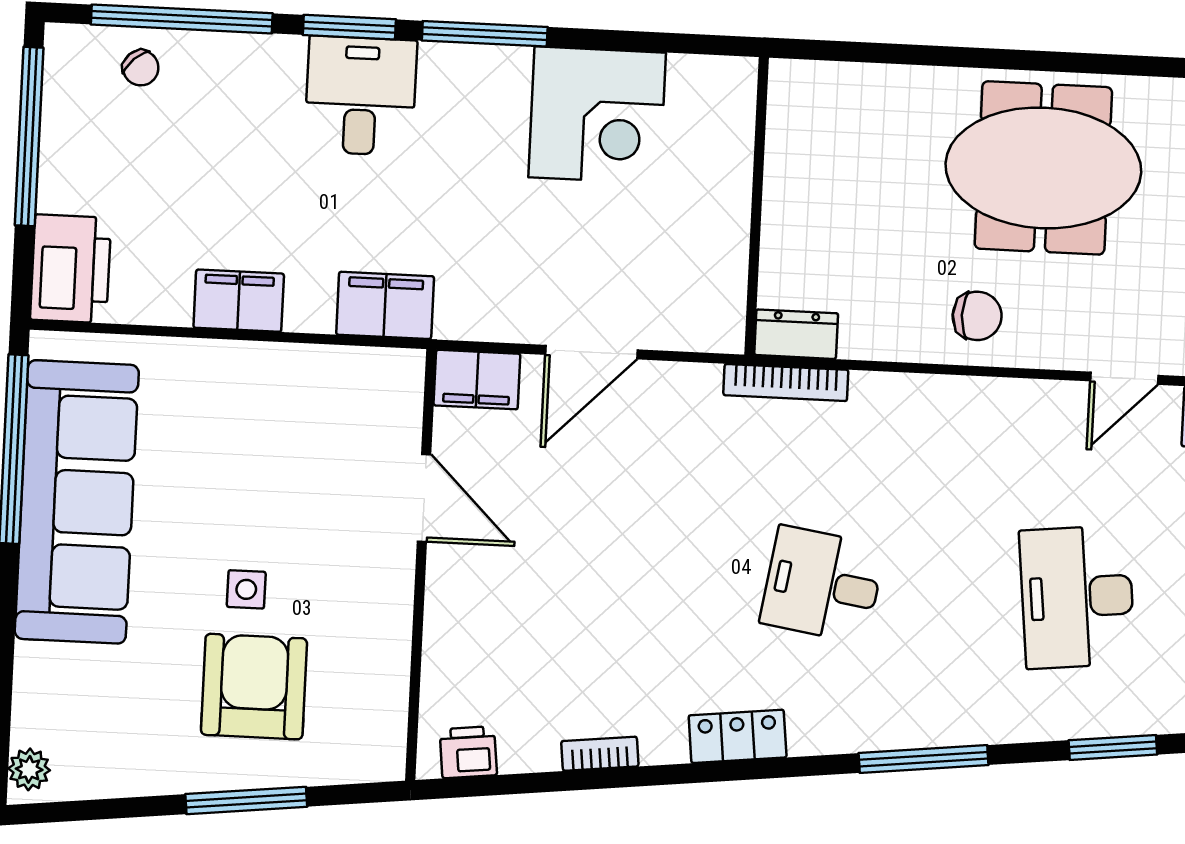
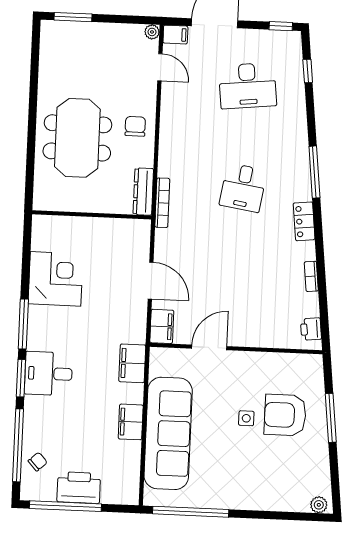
meeting table: (1043, 168) -> (77, 138), moved
printer: (71, 269) -> (79, 488), moved
dresser: (796, 334) -> (143, 192), width x1.44
sofa: (77, 502) -> (168, 433), moved, turned 90
window: (1113, 747) -> (308, 71), width x0.67
window: (924, 759) -> (314, 172), moved

